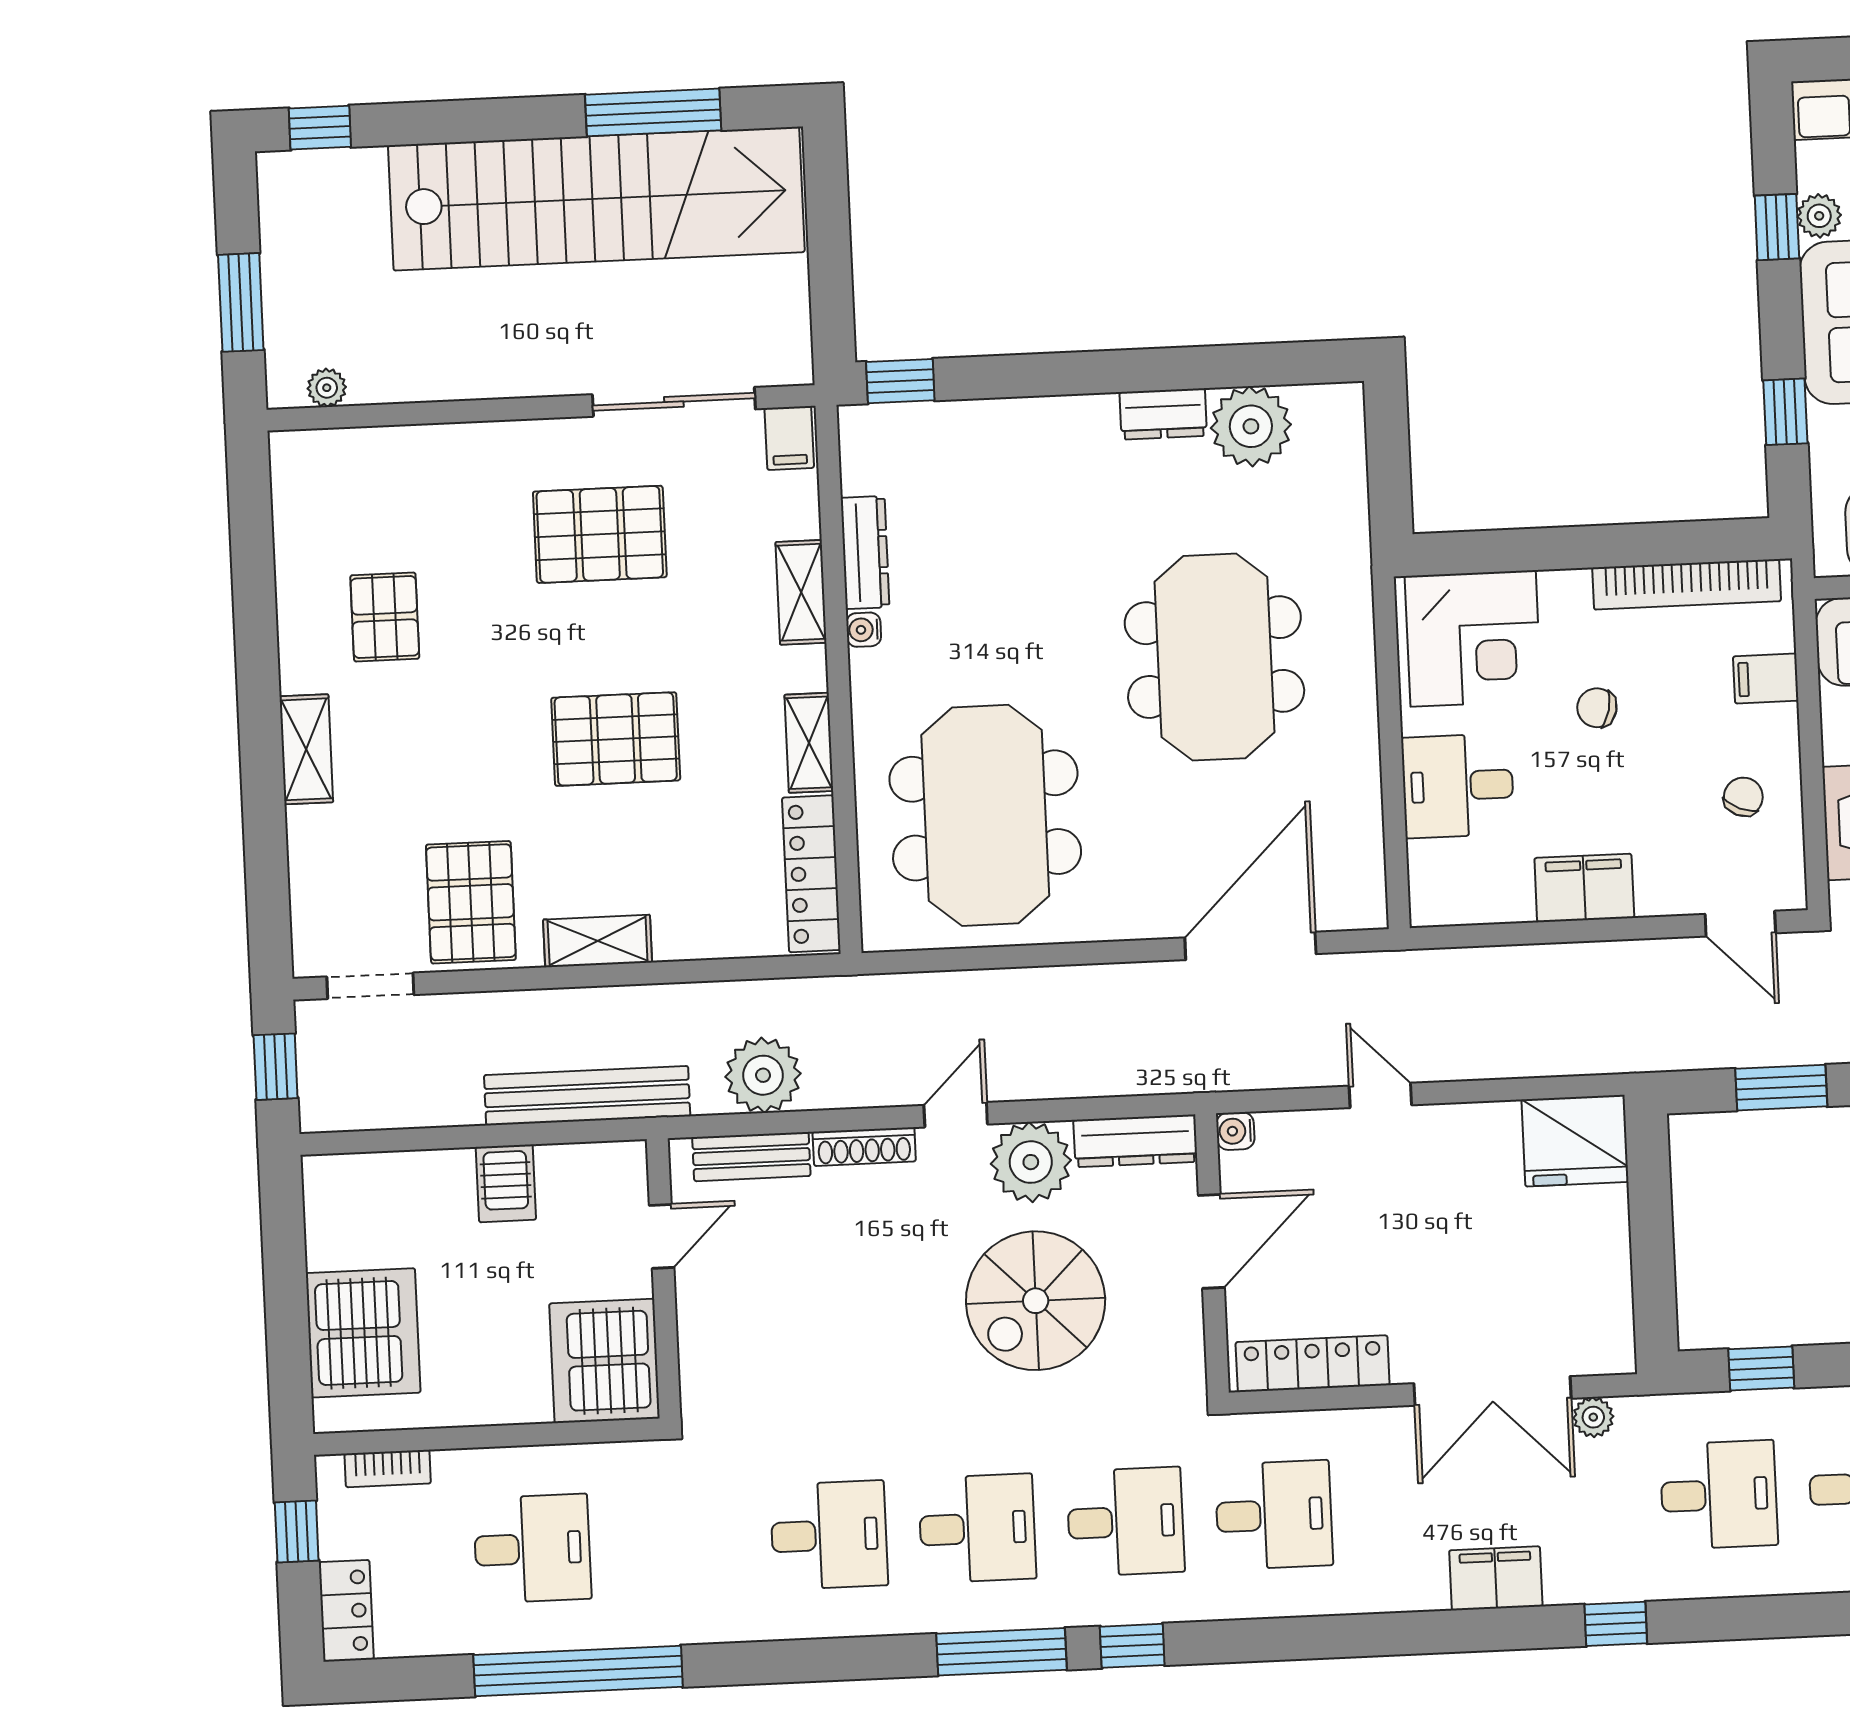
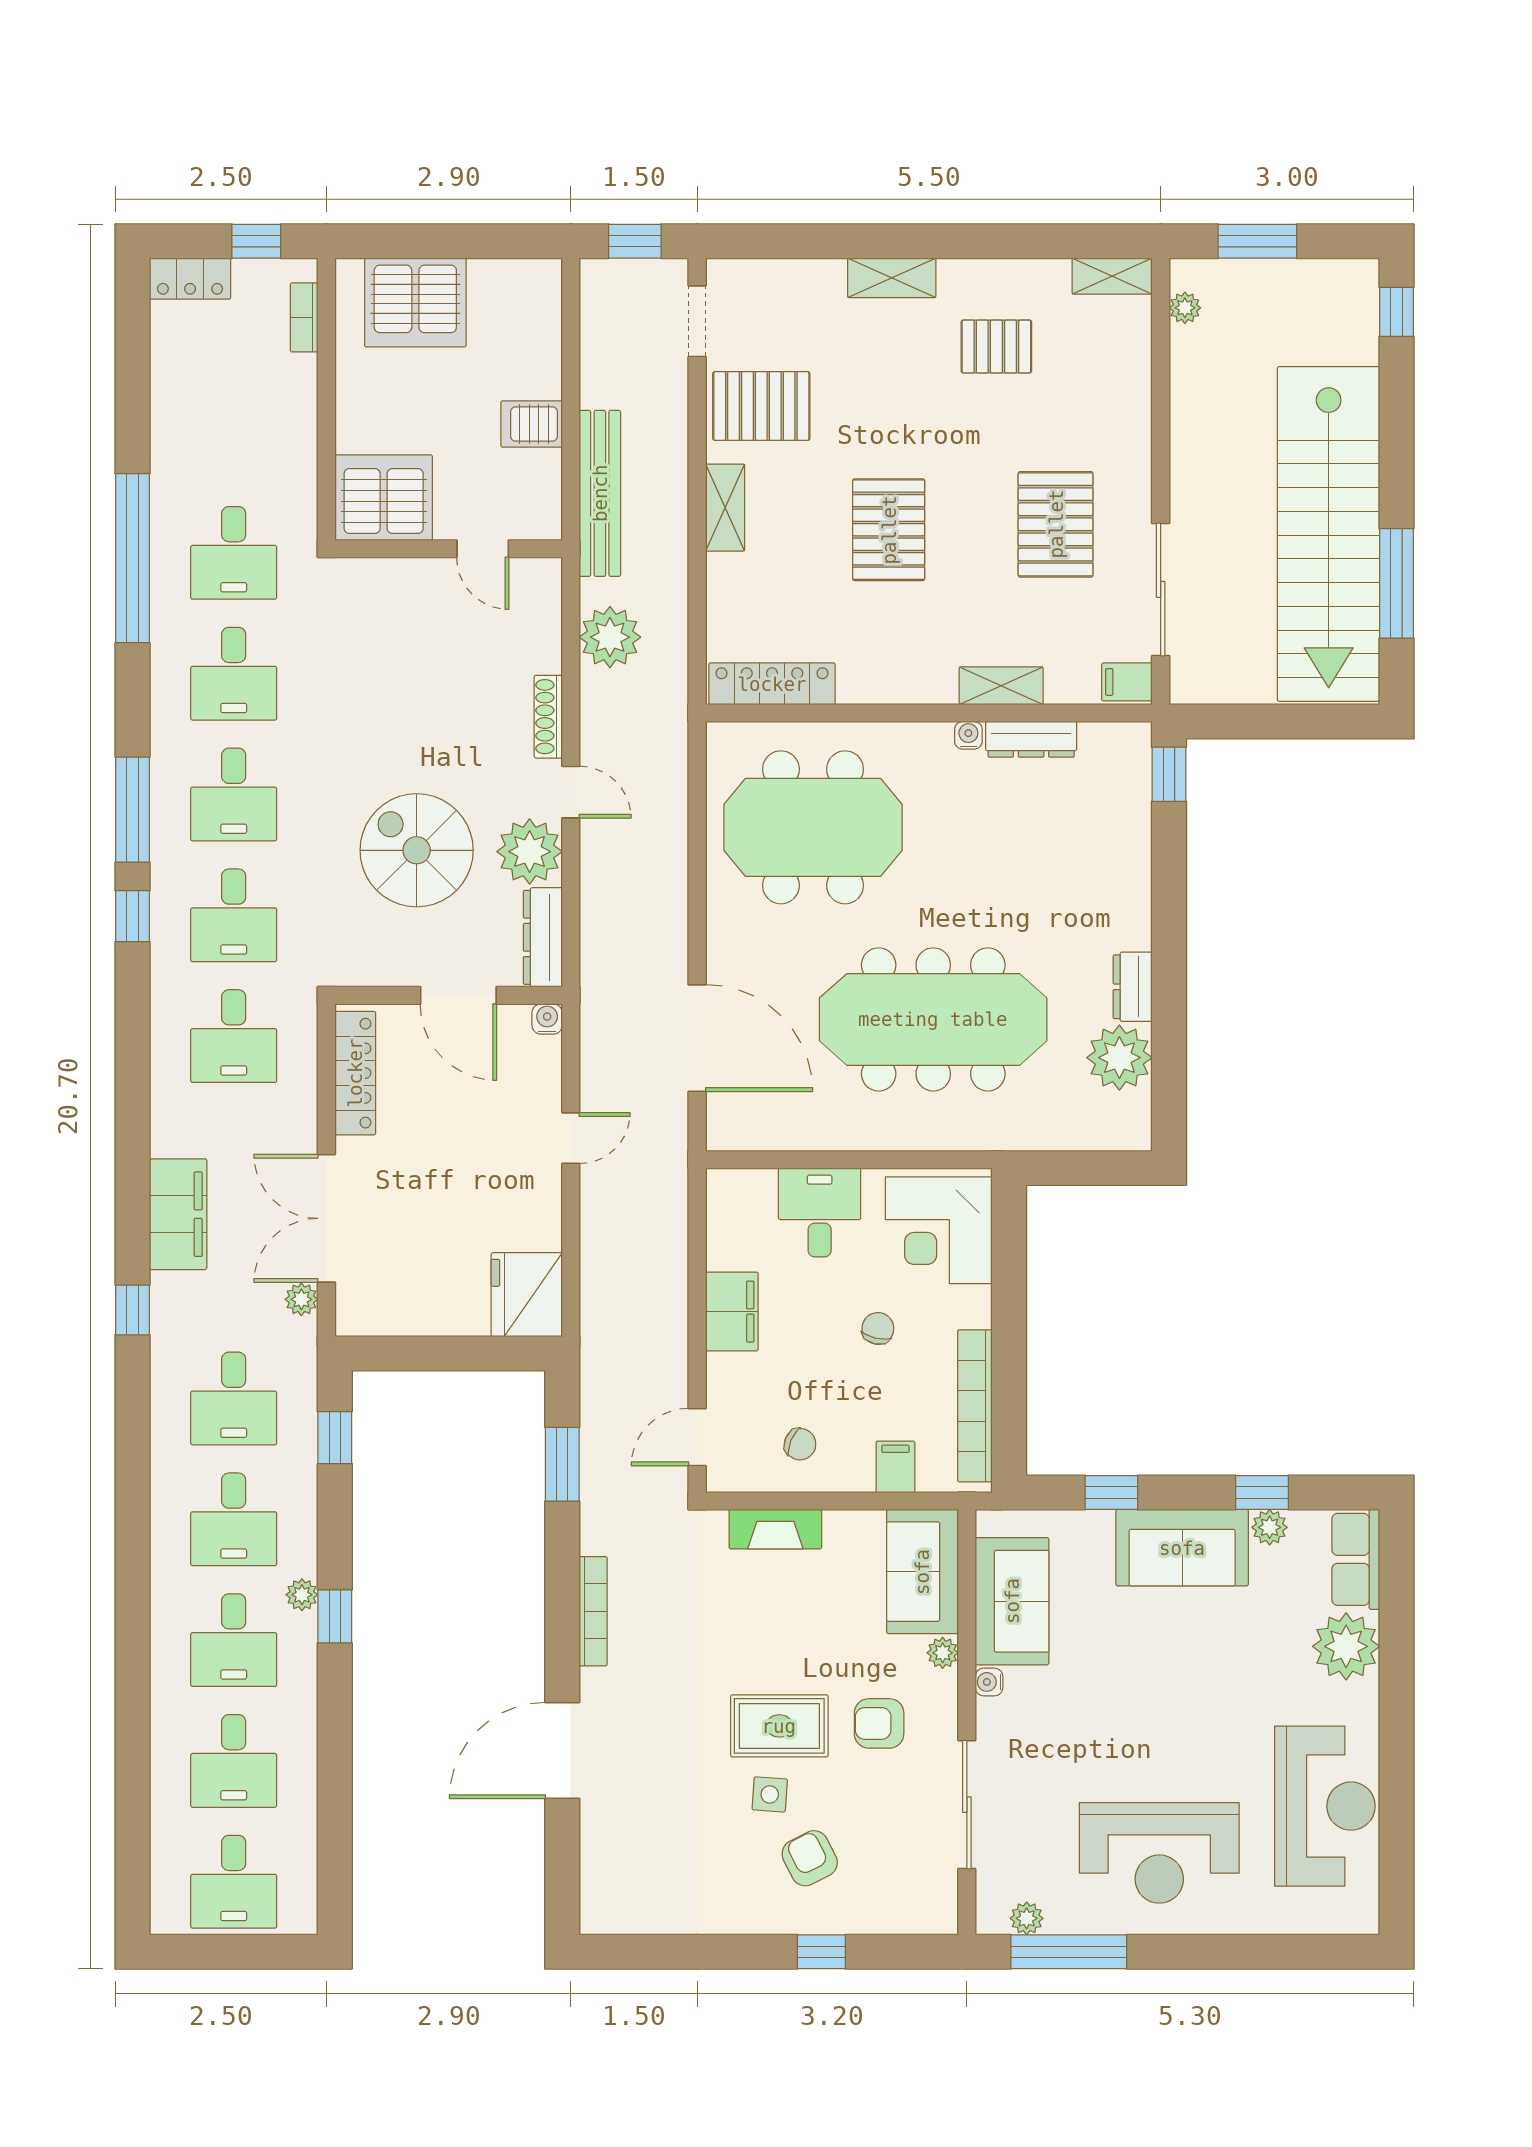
meeting table: (1214, 657) -> (933, 1019), width x1.36
shelving: (809, 743) -> (1112, 276), moved
bench: (751, 1157) -> (544, 625), removed
desk: (532, 1549) -> (234, 553), moved
filing cabinet: (1496, 1578) -> (178, 1214), width x1.50, depth x1.17
window: (578, 1671) -> (133, 558), moved

